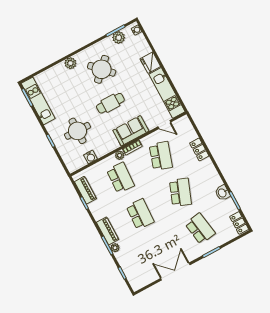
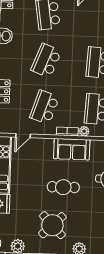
door: (164, 124) -> (23, 136), swing flipped
sofa: (131, 131) -> (72, 149), moved

